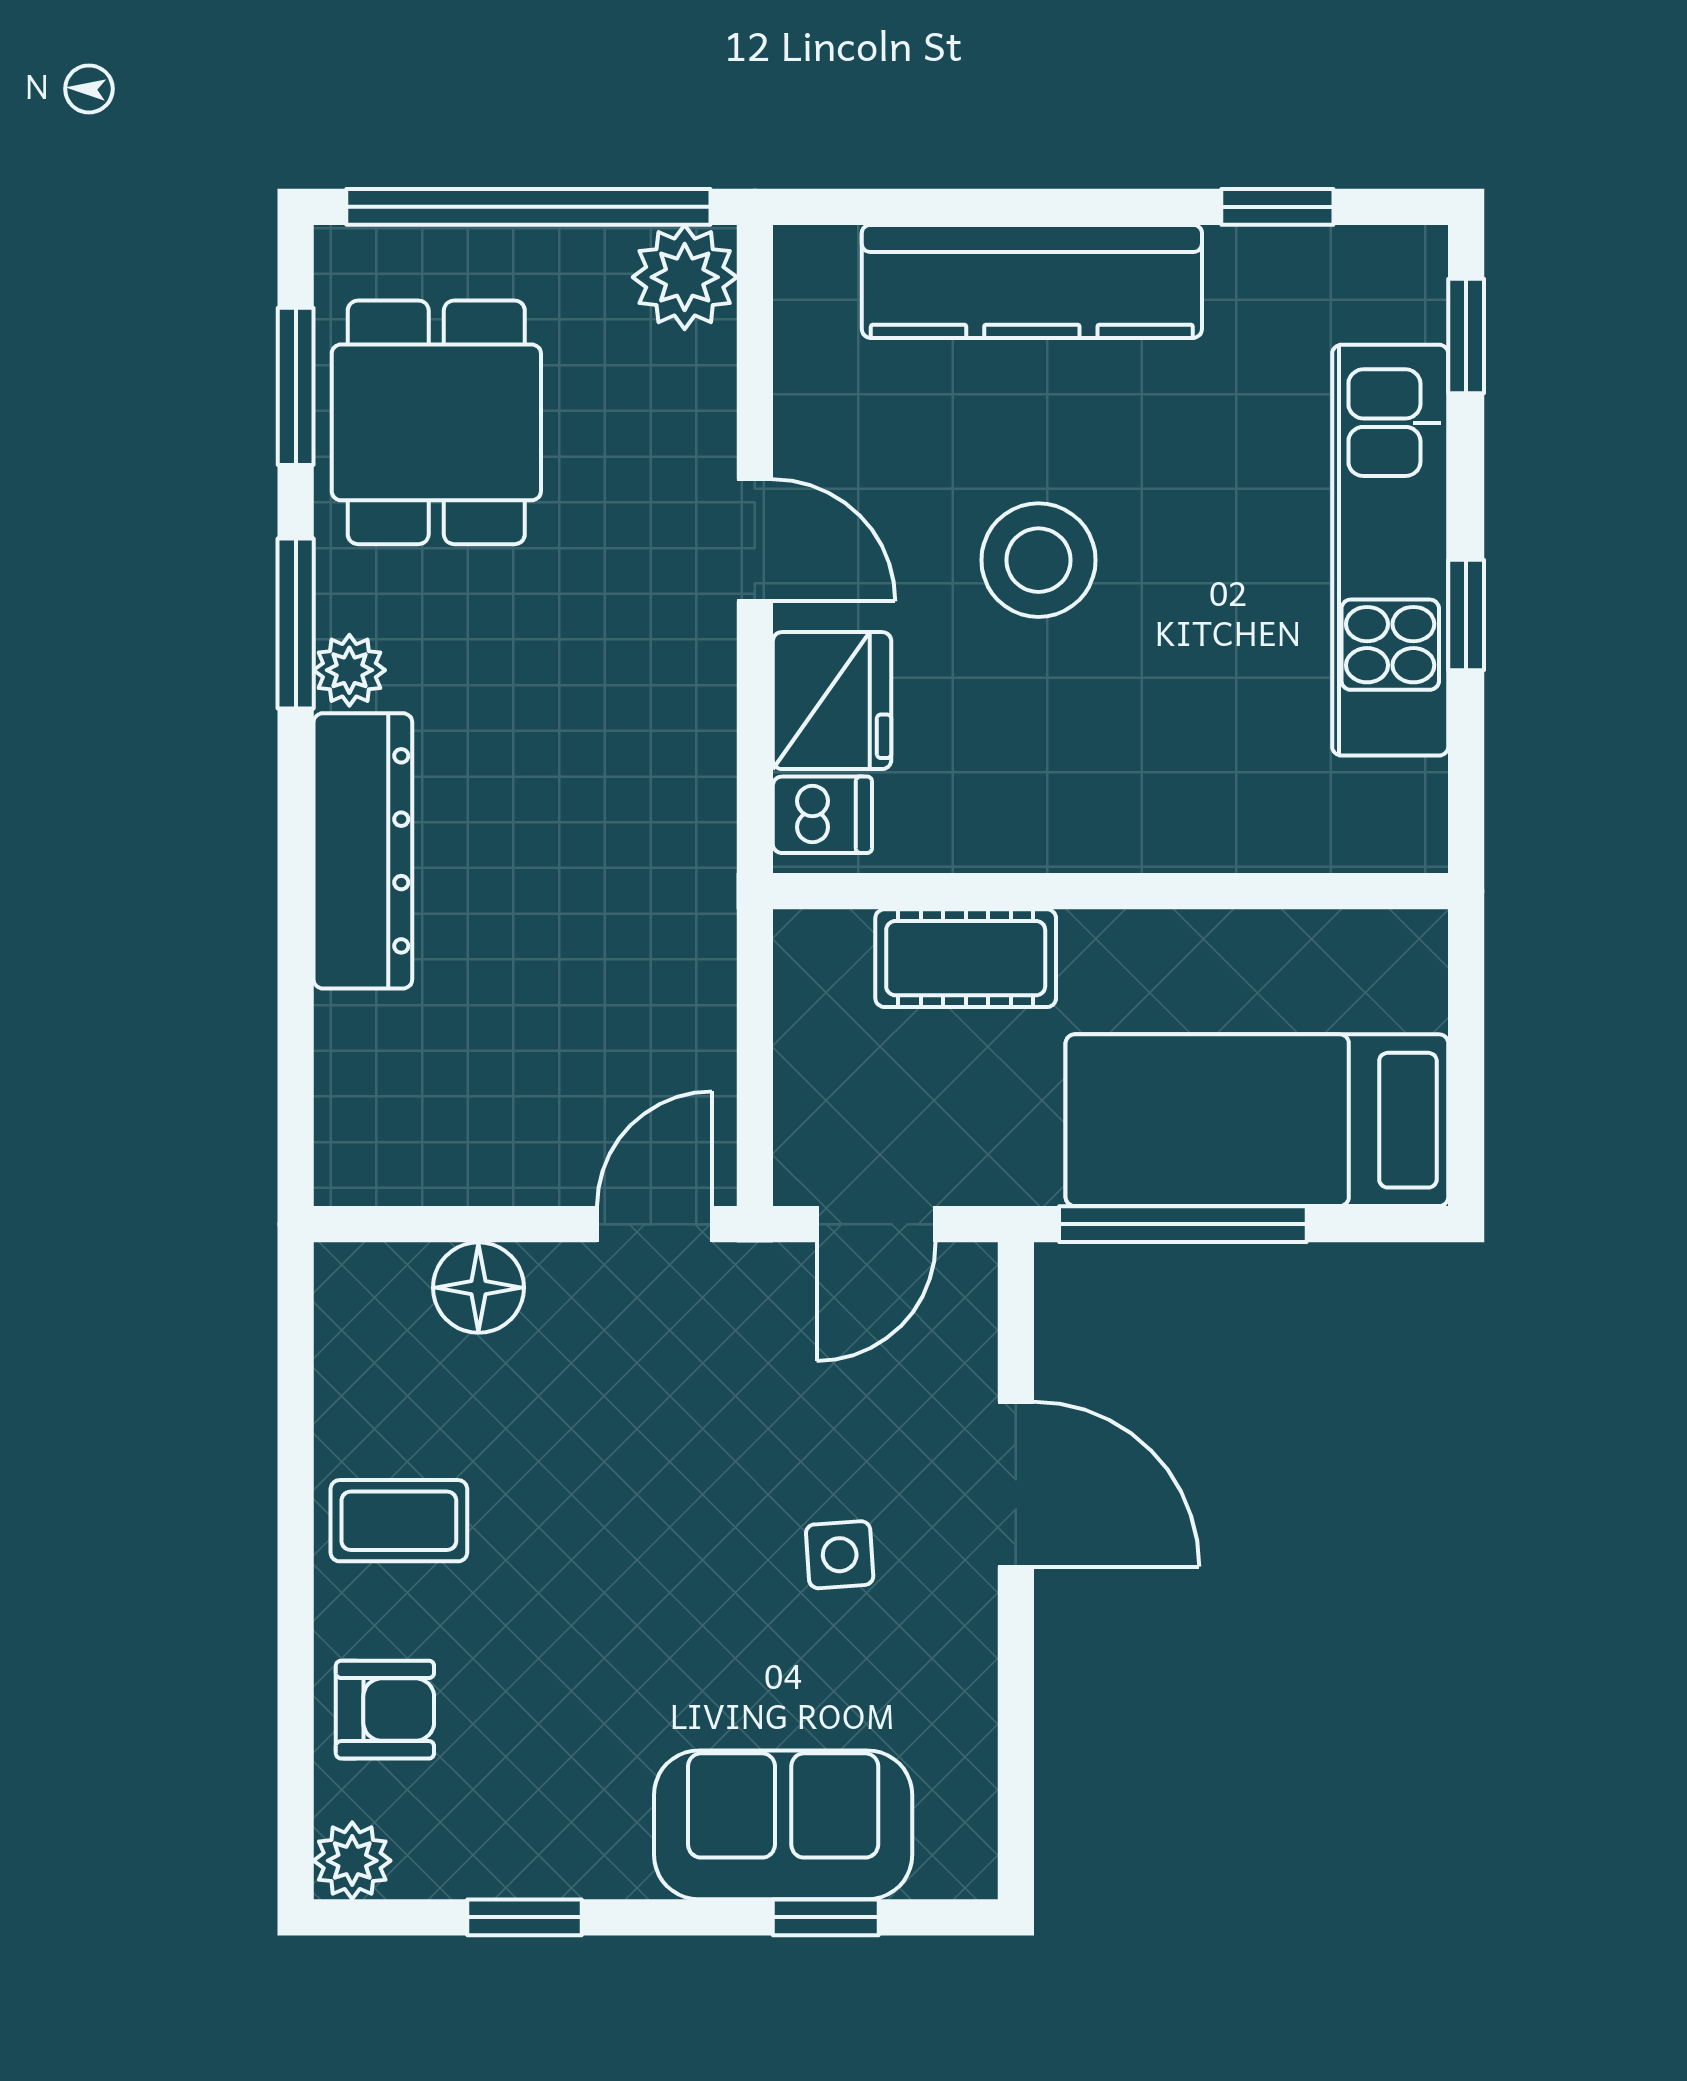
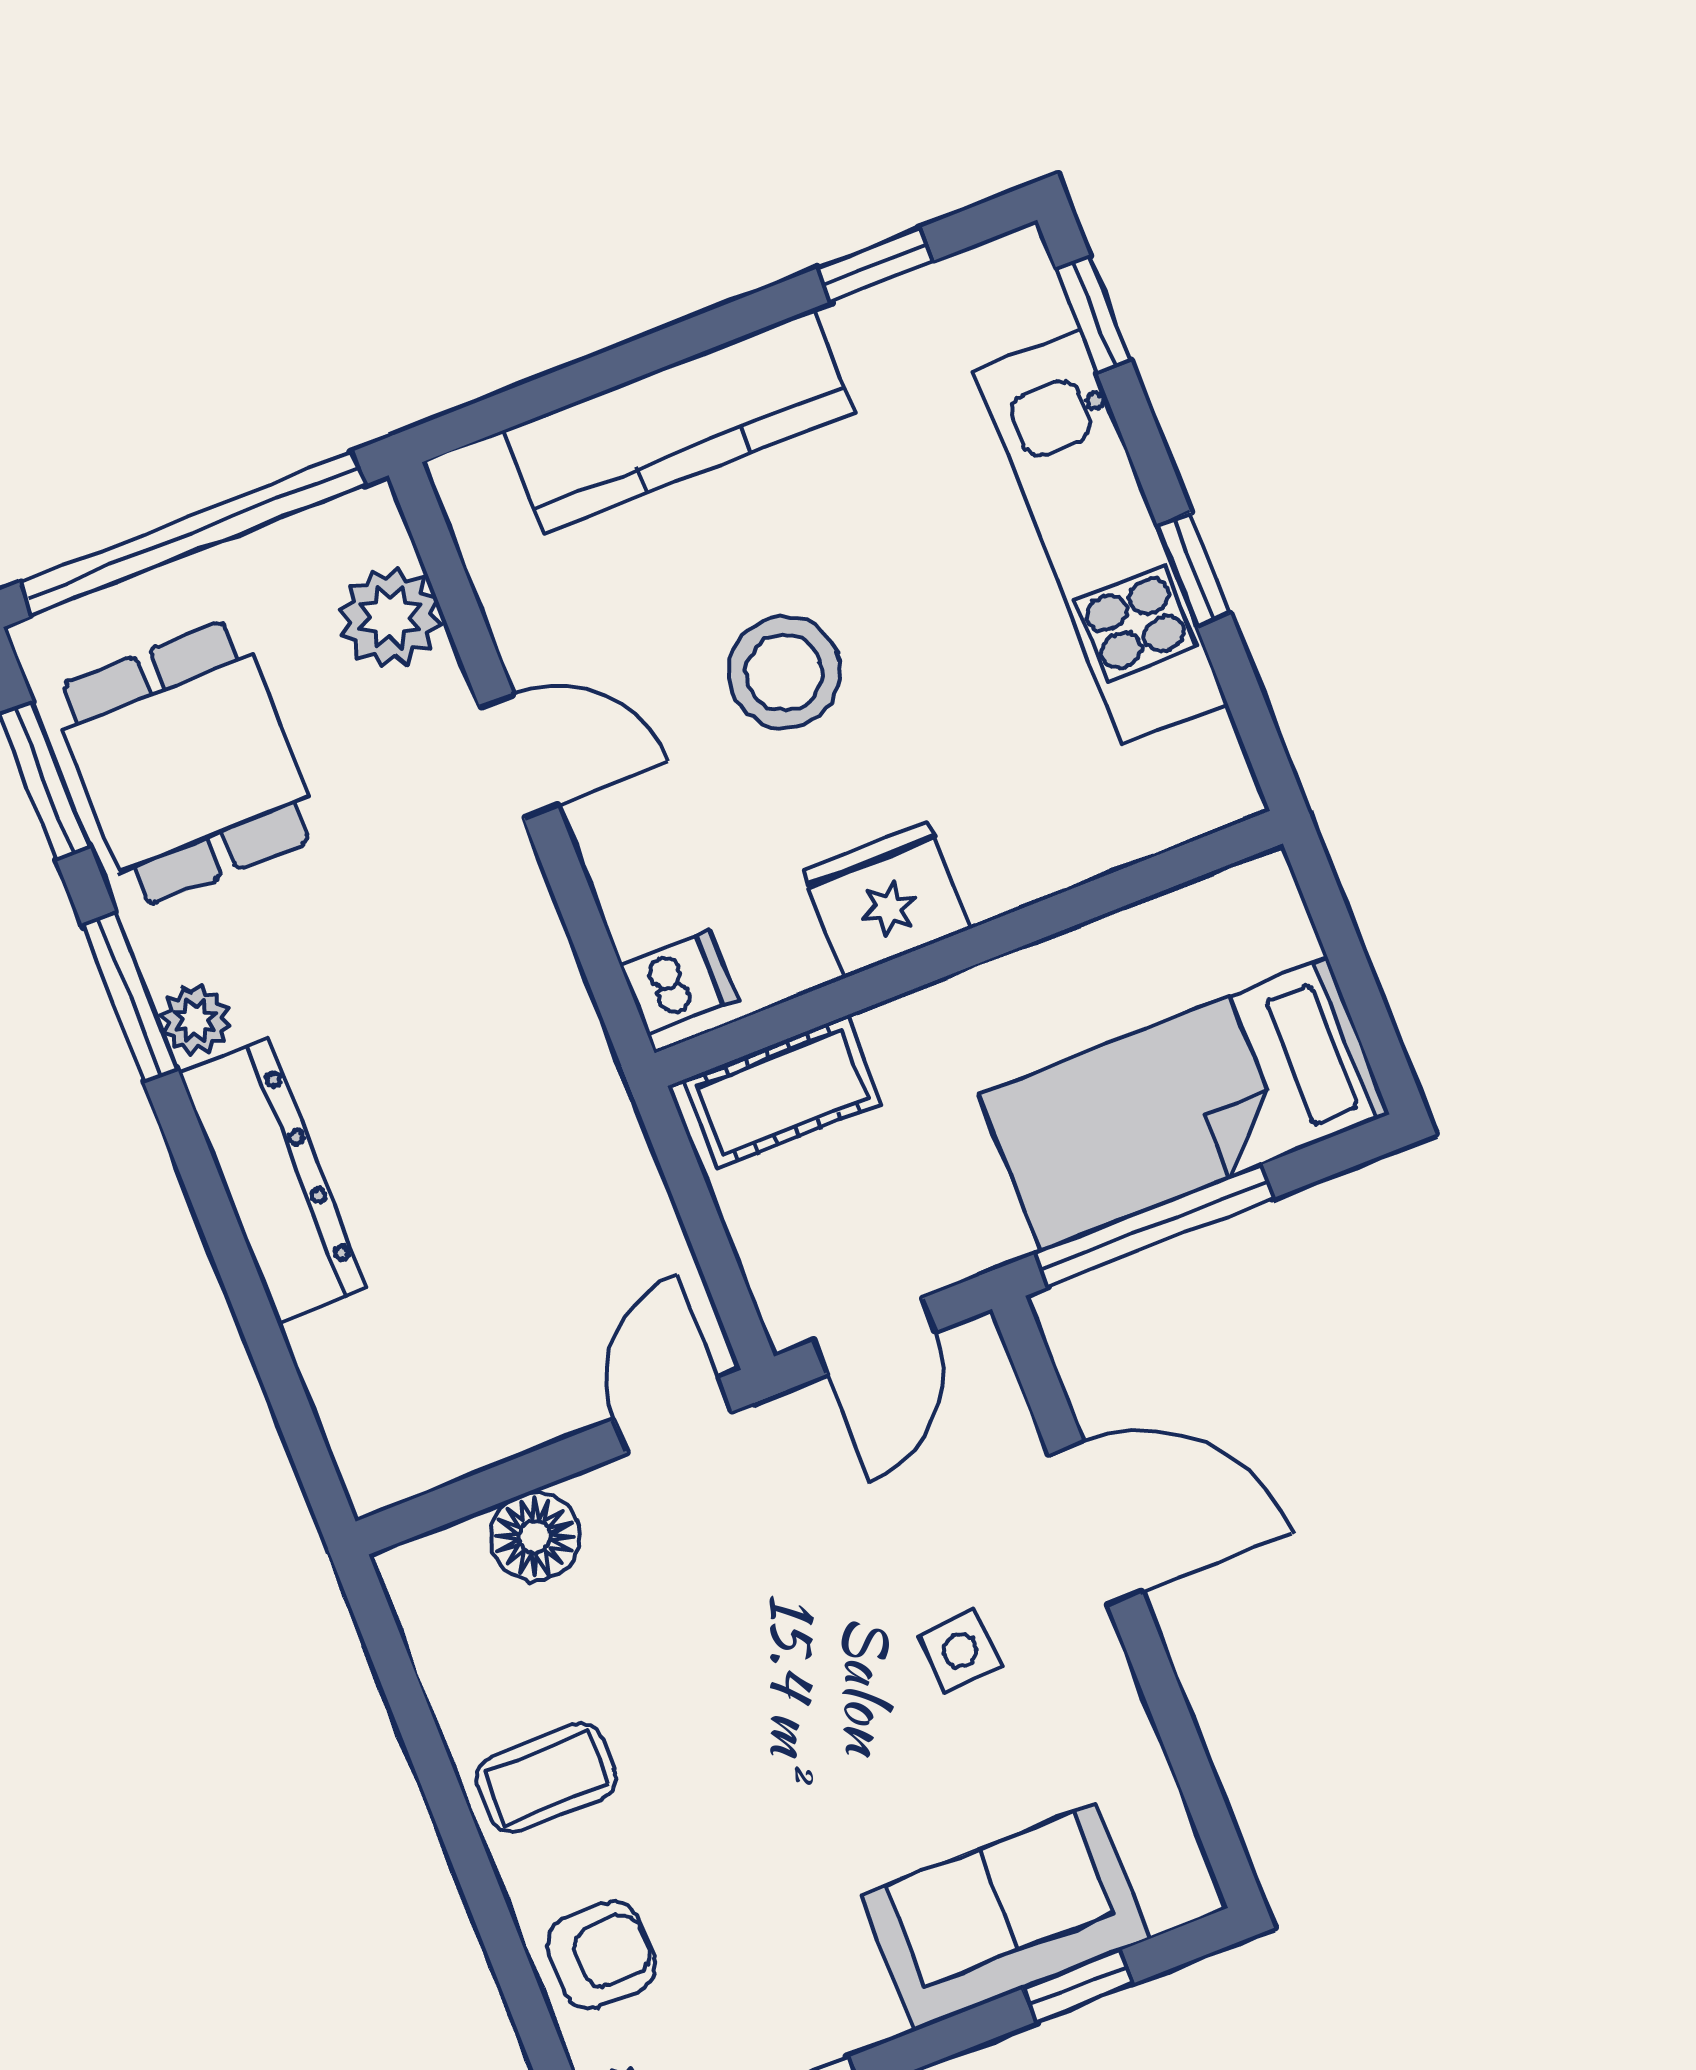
plant: (685, 277) -> (390, 617), moved
fridge: (832, 701) -> (886, 900), moved, turned -90
cot: (966, 958) -> (782, 1092), moved

